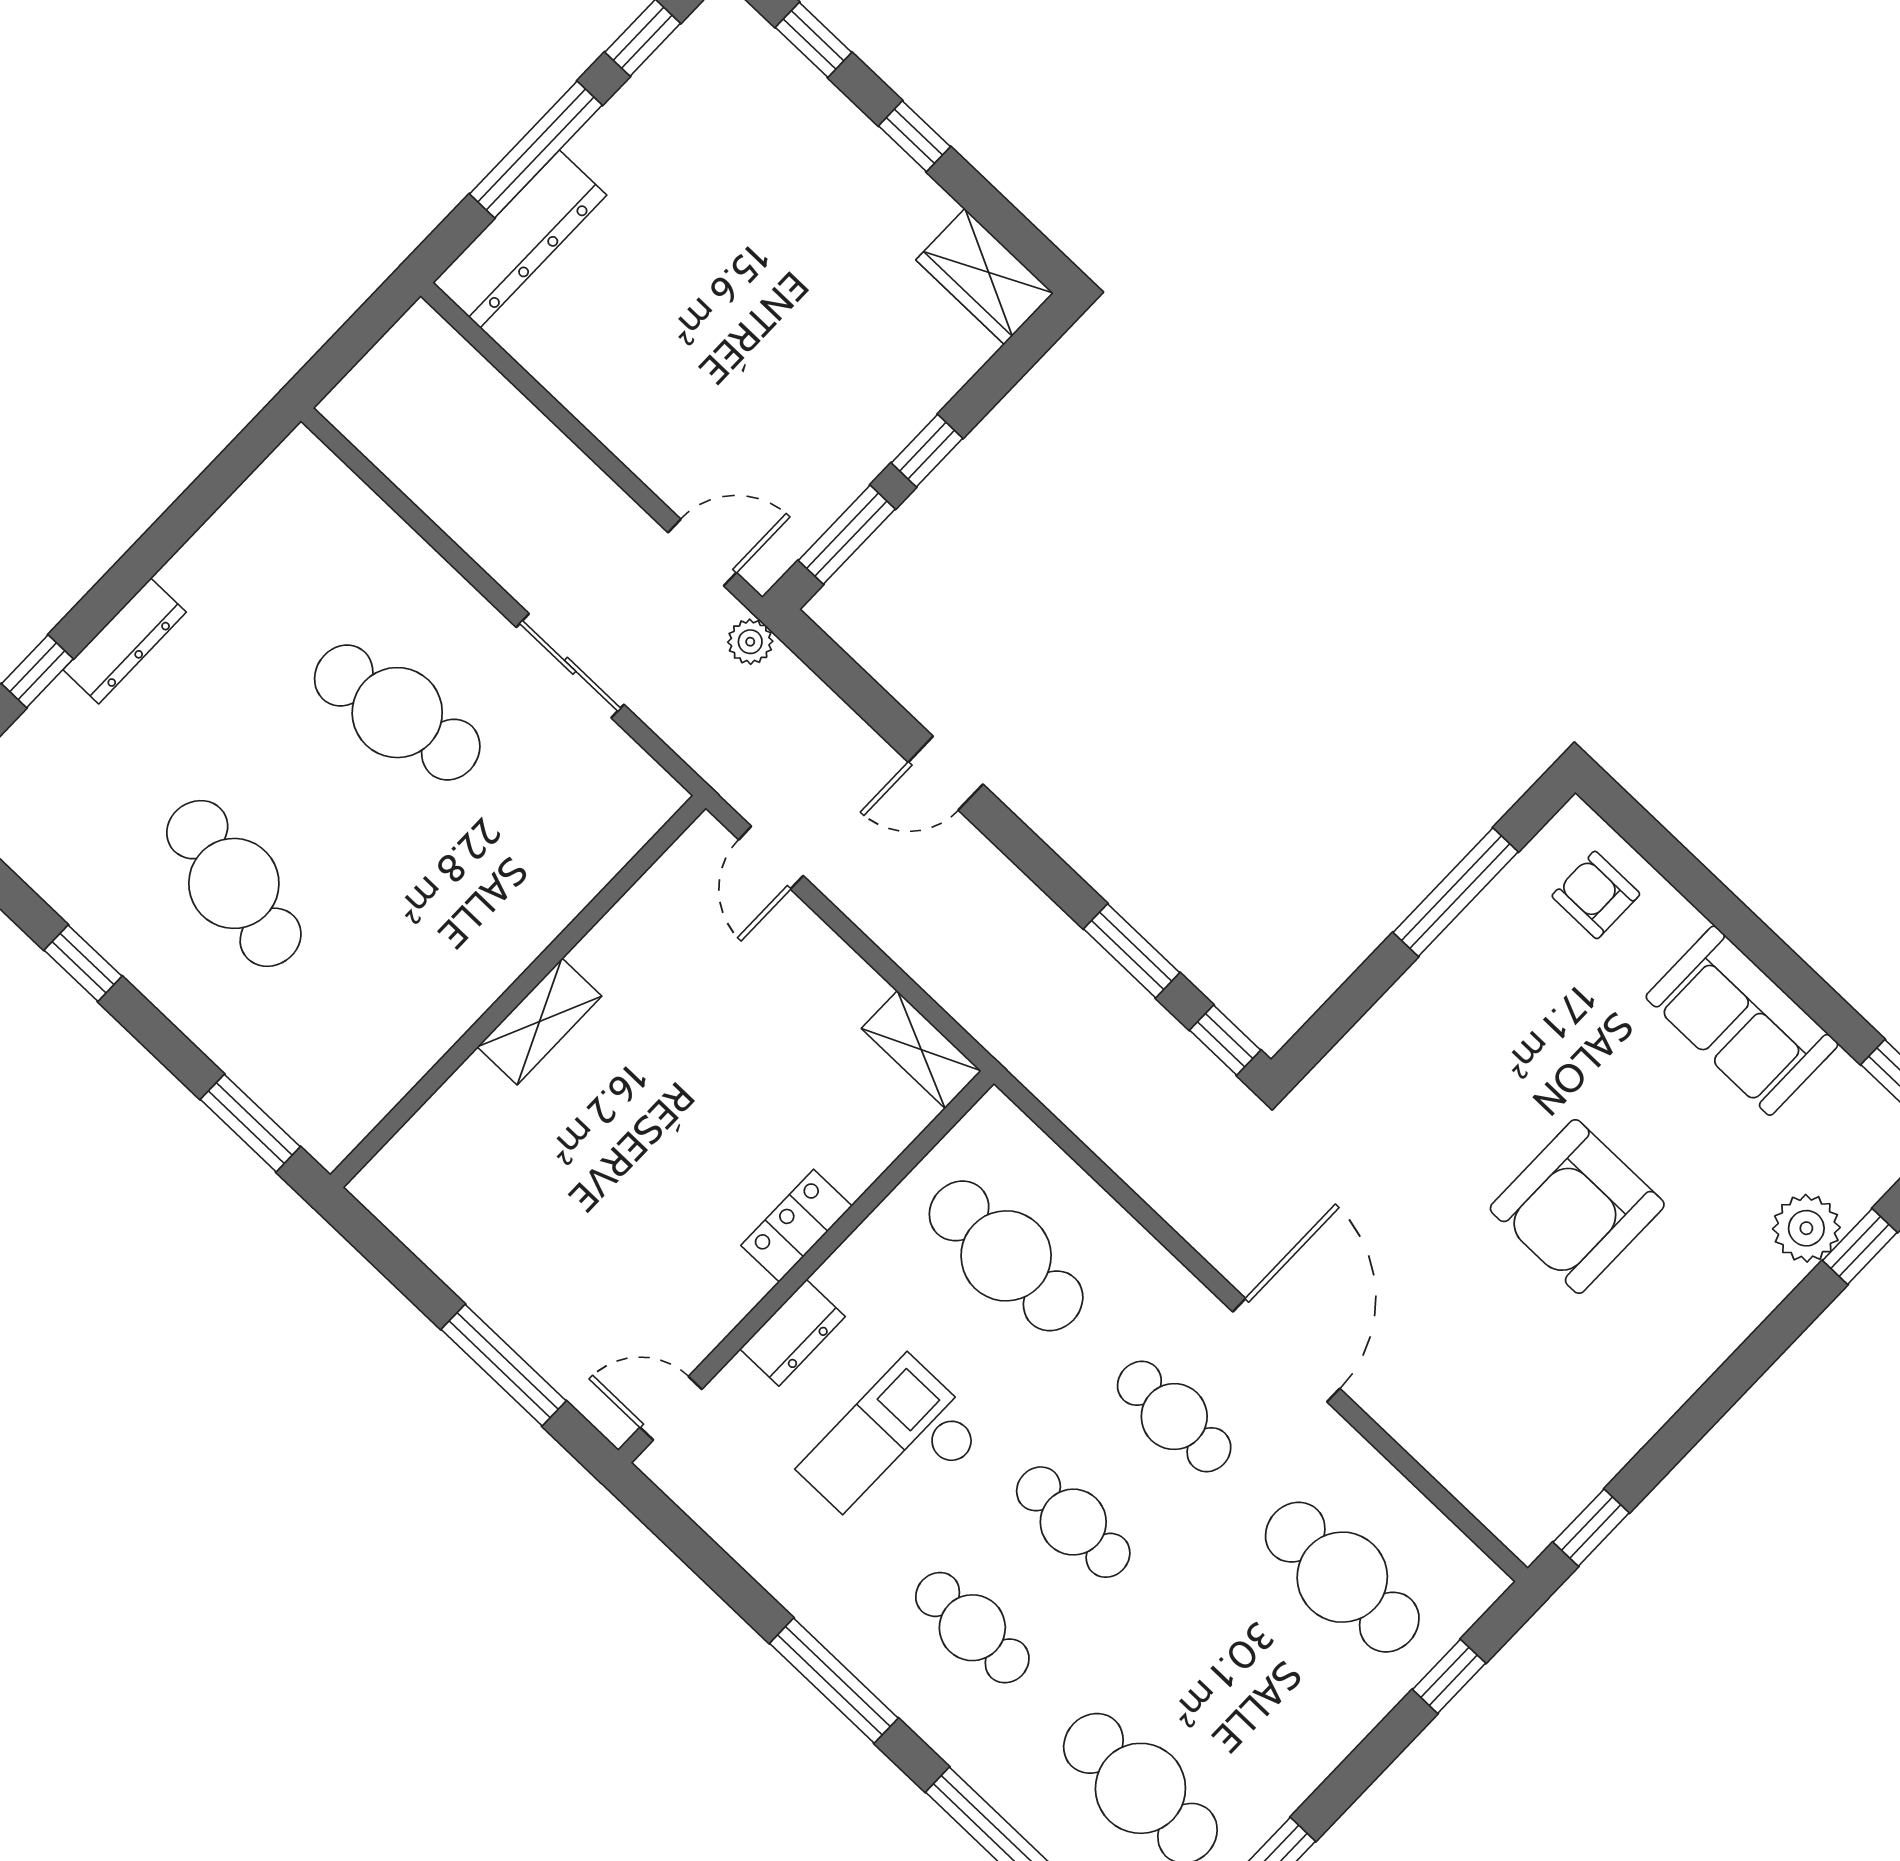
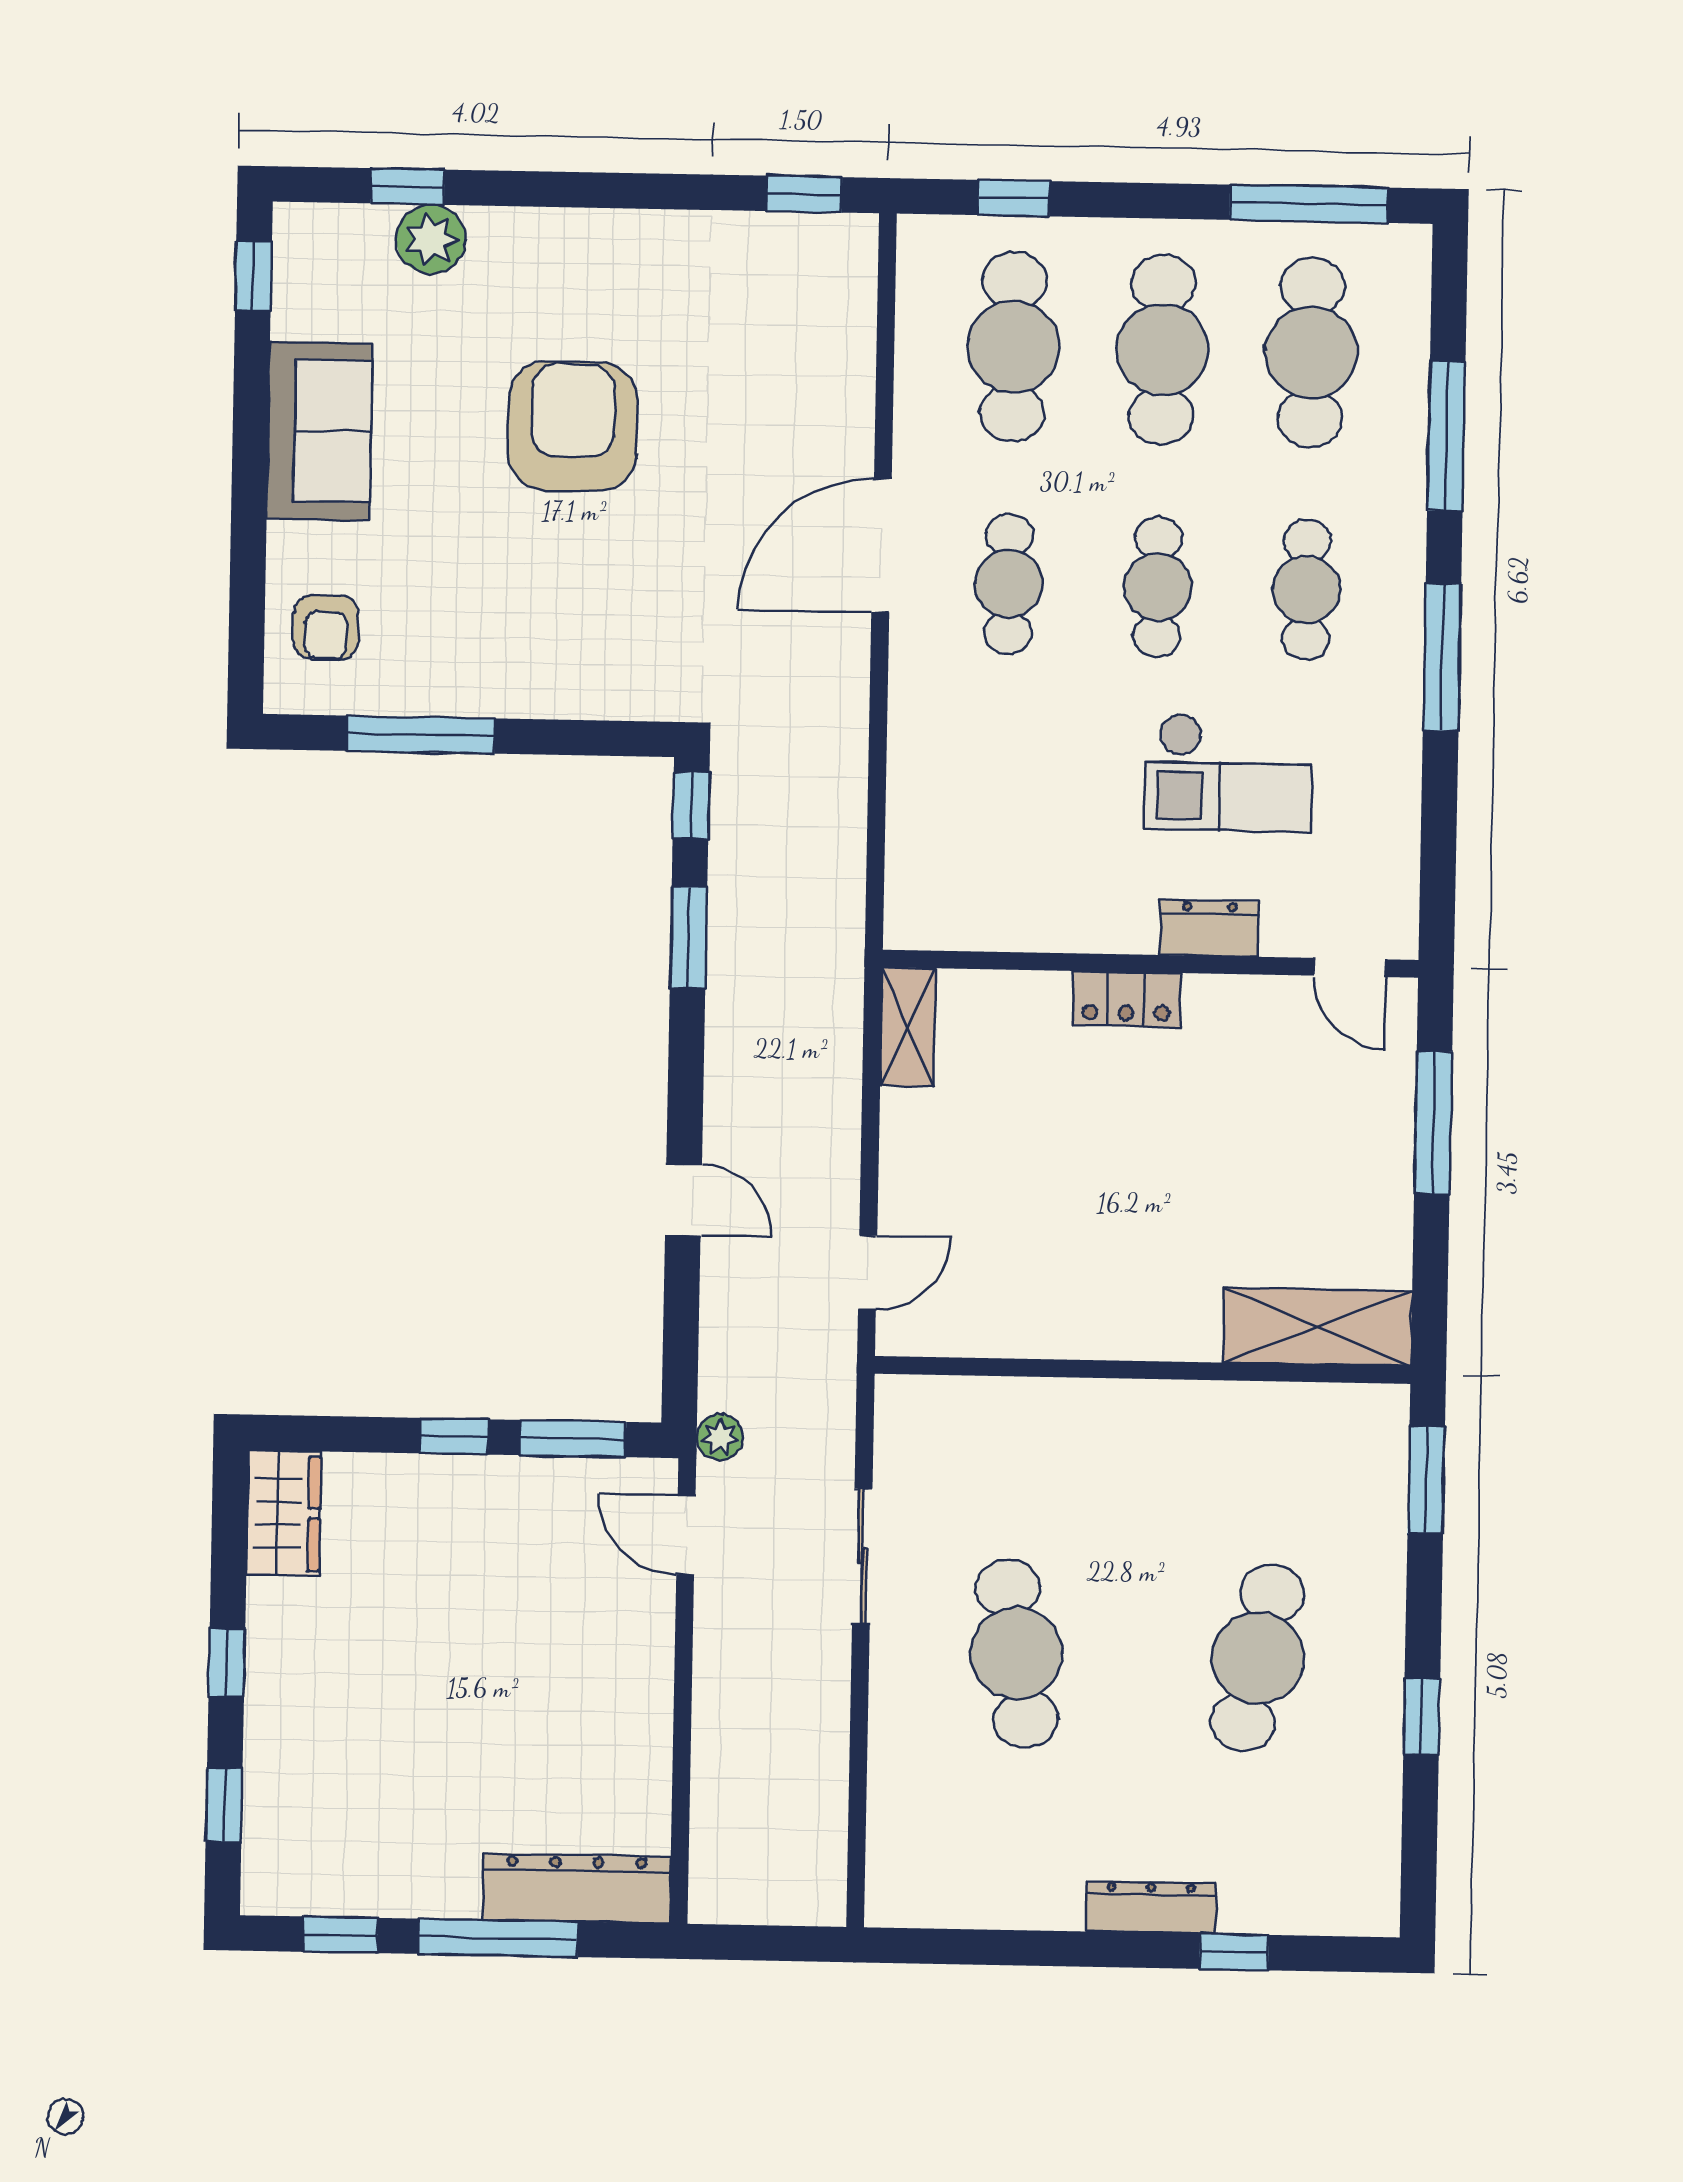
shelving: (540, 1022) -> (1317, 1327), moved, width x1.50, depth x1.33
armchair: (1577, 1207) -> (573, 426), turned -90
cafe table: (1006, 1256) -> (1162, 350), moved

